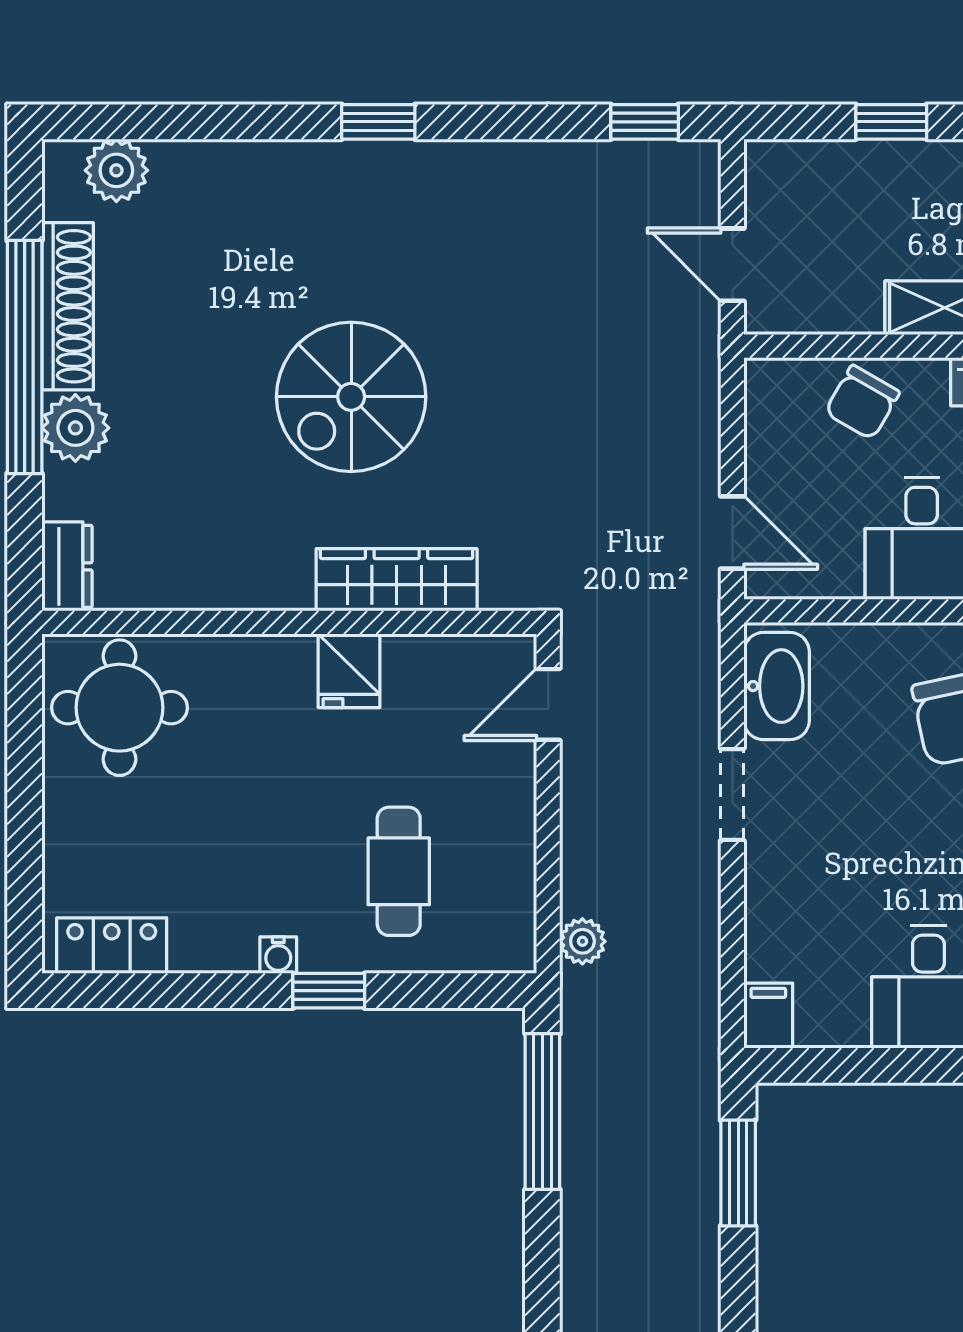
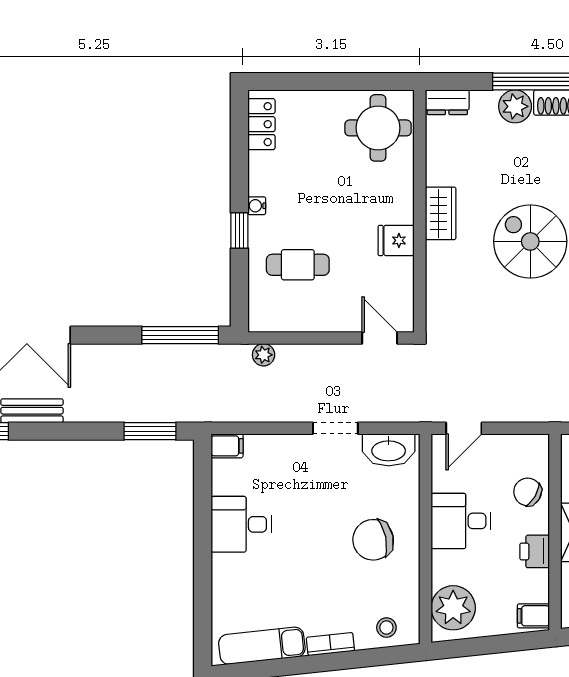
wardrobe: (397, 580) -> (441, 213), moved, width x0.67

